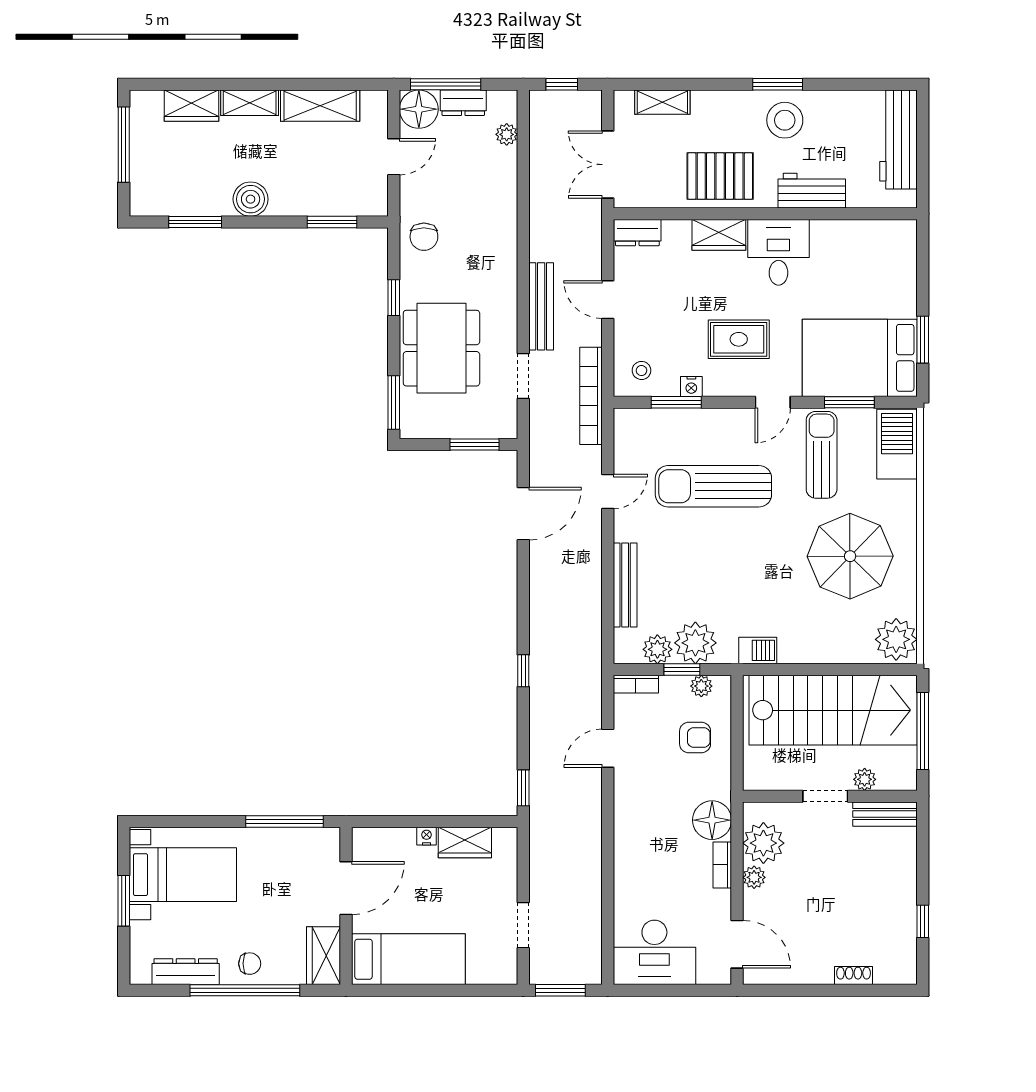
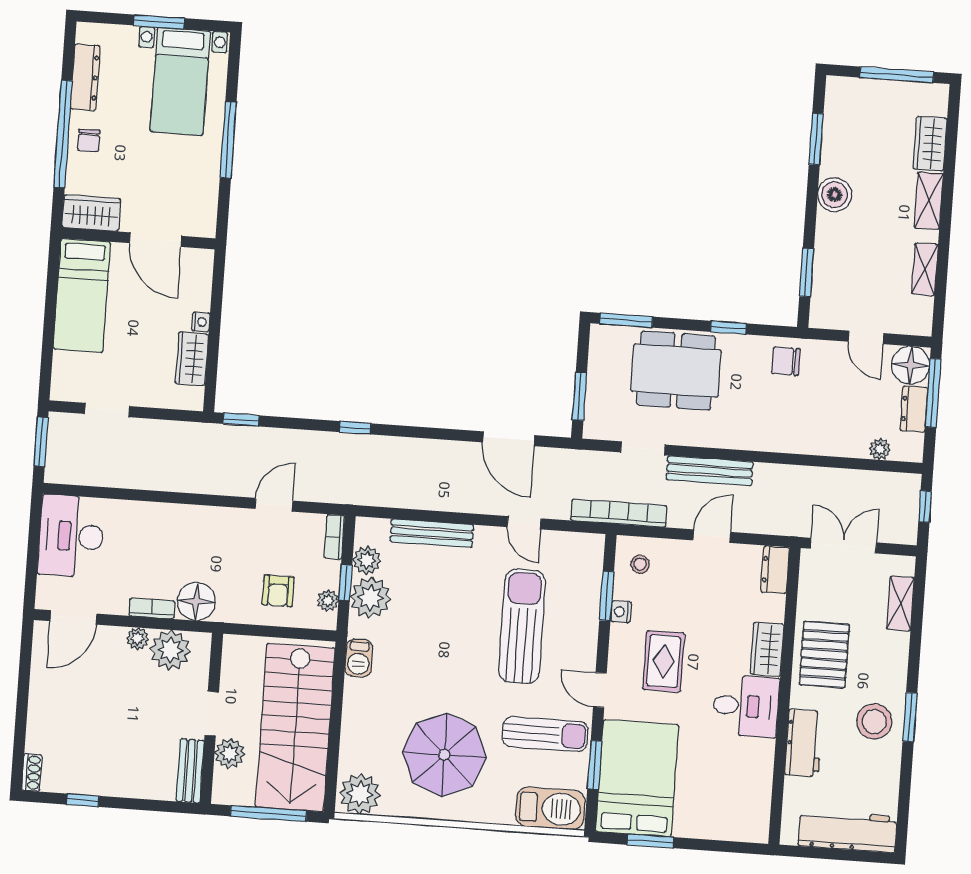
shelving: (320, 106) -> (925, 269), width x0.67, depth x0.75
door: (608, 748) -> (274, 505), hinge flipped
plant: (865, 779) -> (230, 754), width x1.38, depth x1.38
window: (284, 821) -> (228, 140), moved
shoe rack: (854, 975) -> (32, 772), moved

